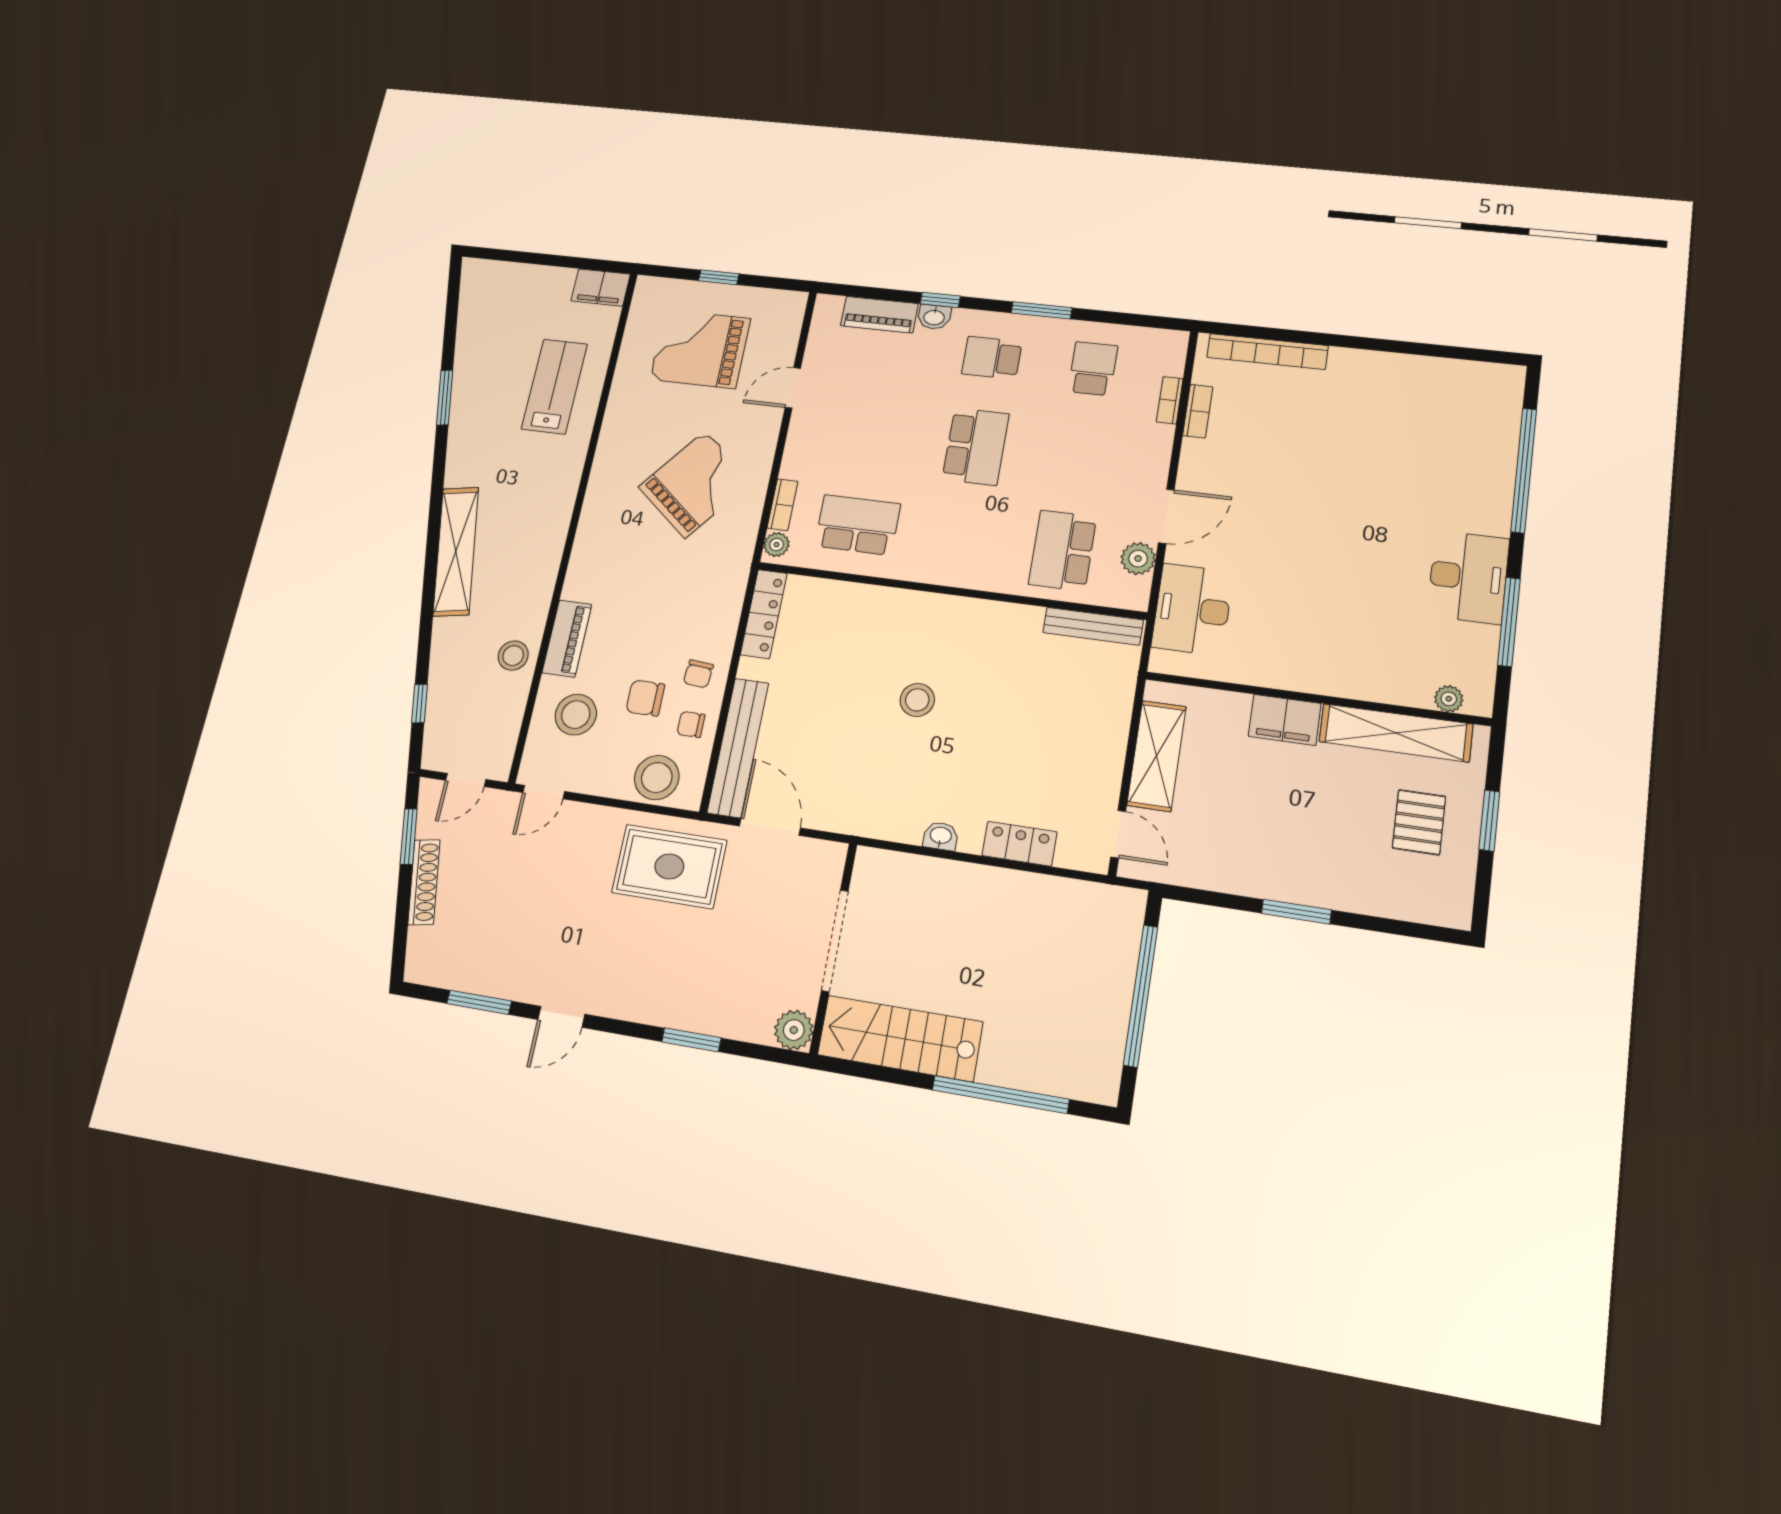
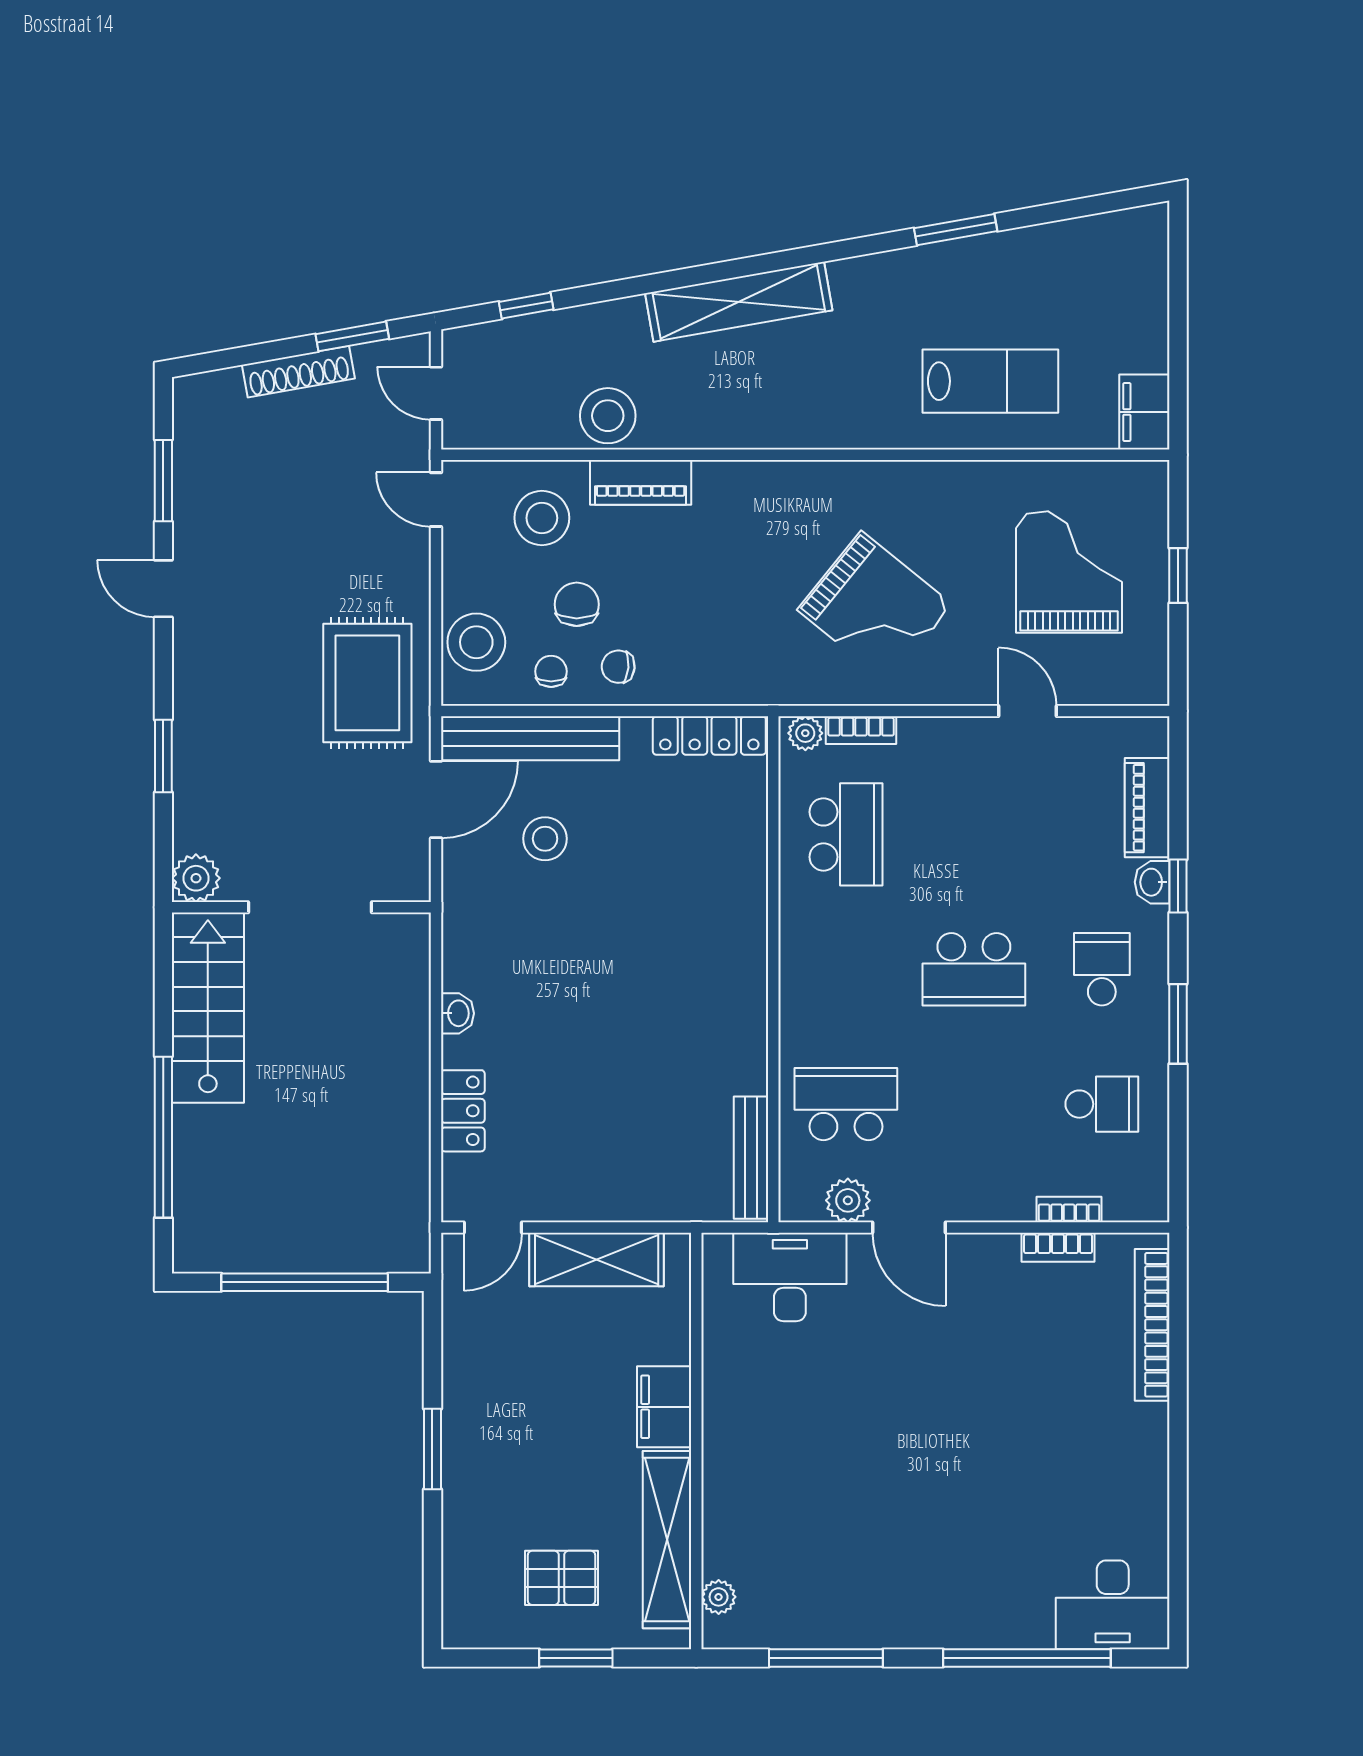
desk: (1468, 577) -> (1113, 1605), moved
stool: (513, 656) -> (608, 416), width x1.38, depth x1.38
stool: (917, 700) -> (545, 839), moved

